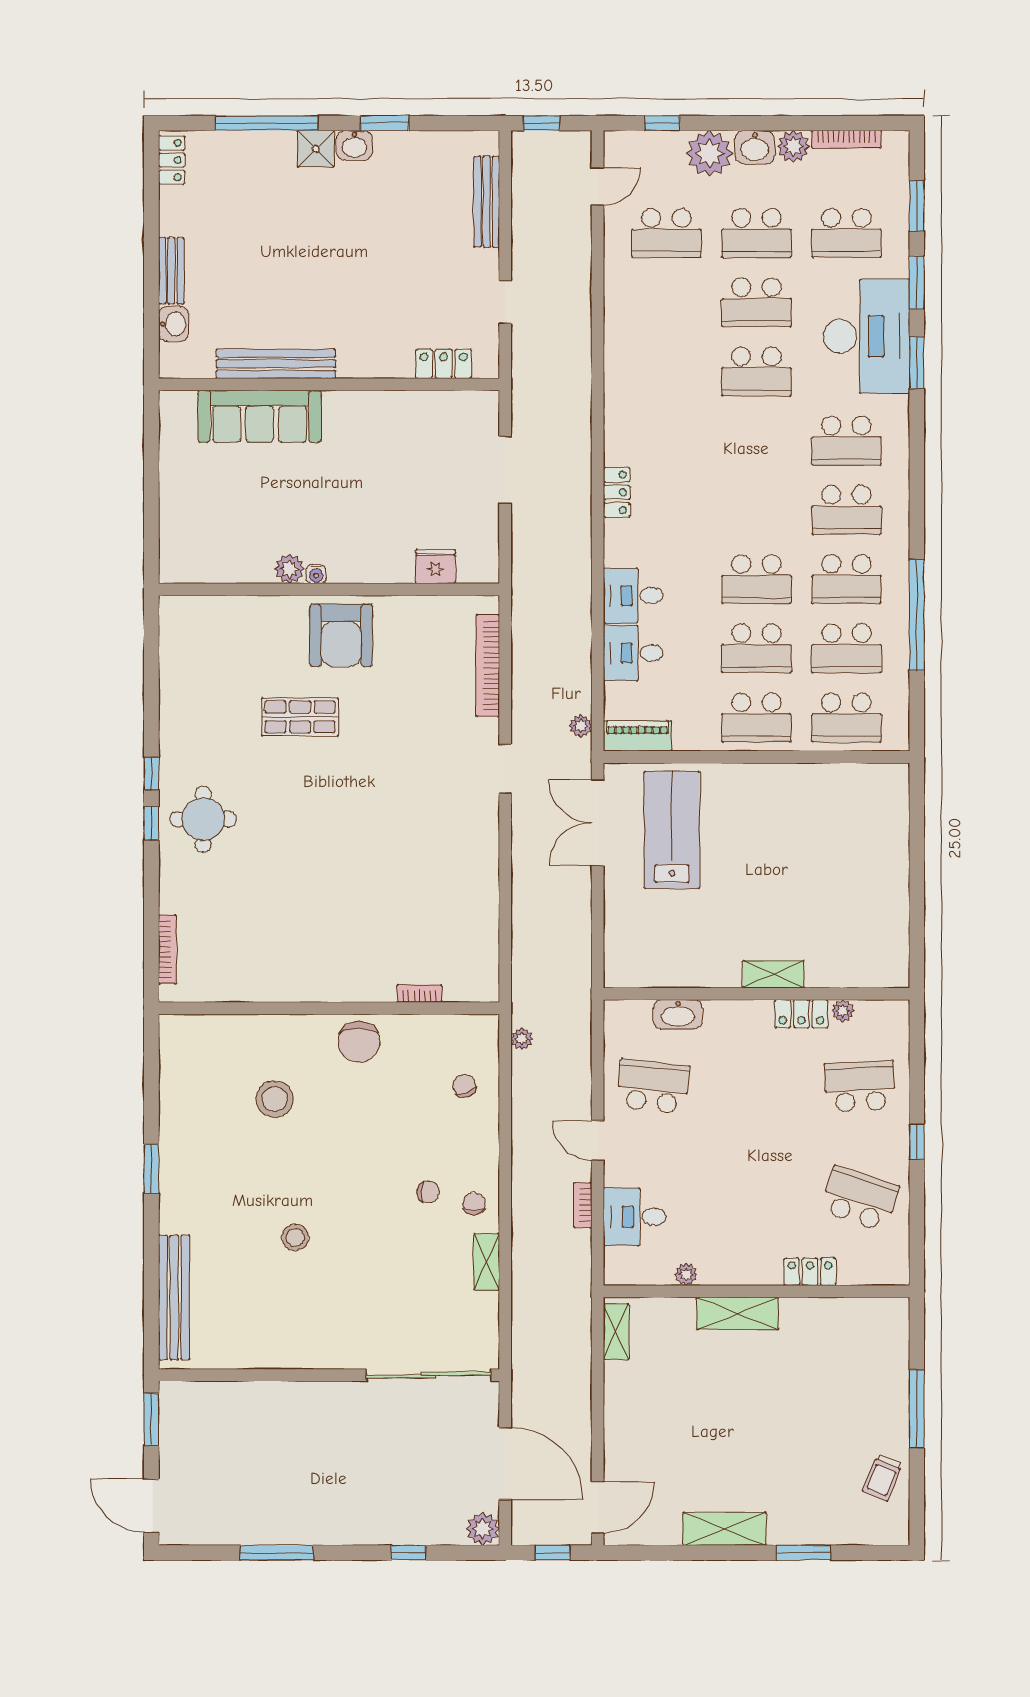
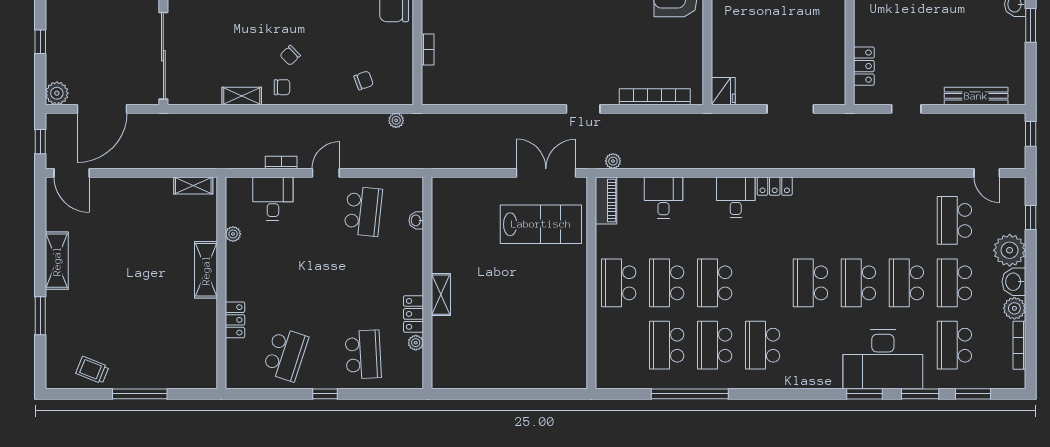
school desk: (847, 441) -> (810, 283), moved
fridge: (436, 567) -> (723, 91), moved
desk: (633, 596) -> (736, 197), moved
school desk: (847, 718) -> (619, 345), removed
washbasin: (678, 1014) -> (416, 220), width x0.52, depth x0.69
chair: (428, 1192) -> (290, 55), turned 46

